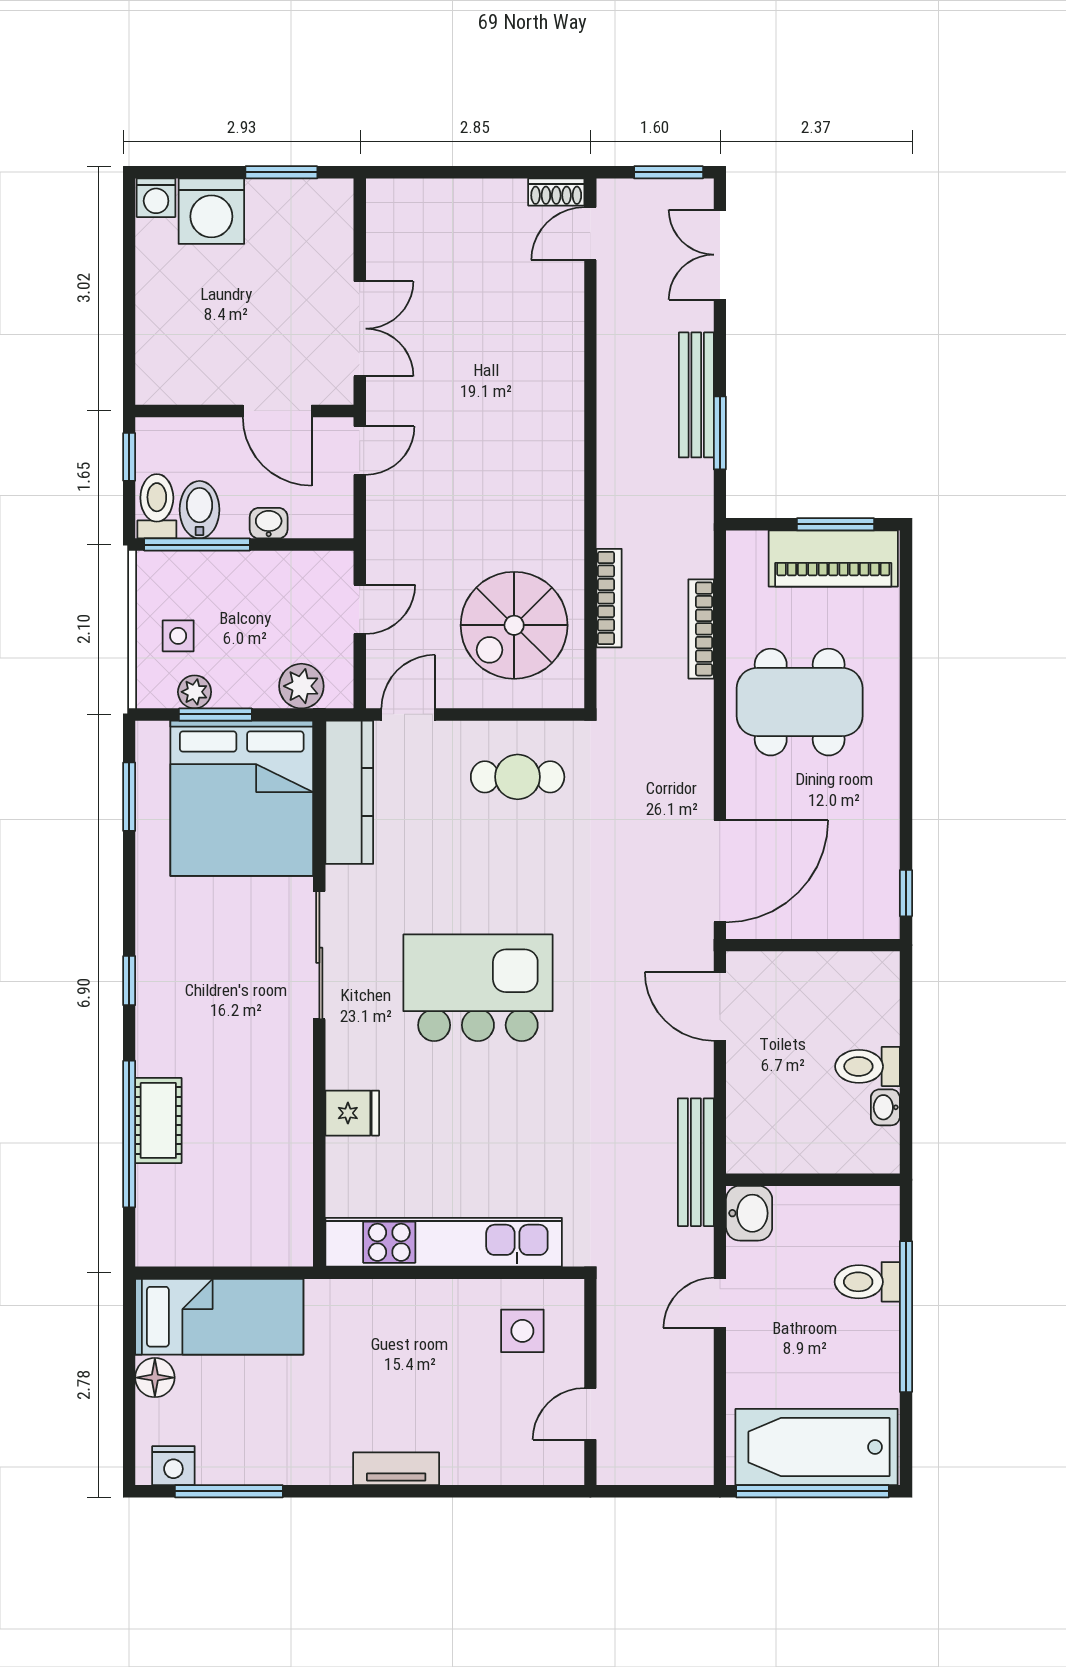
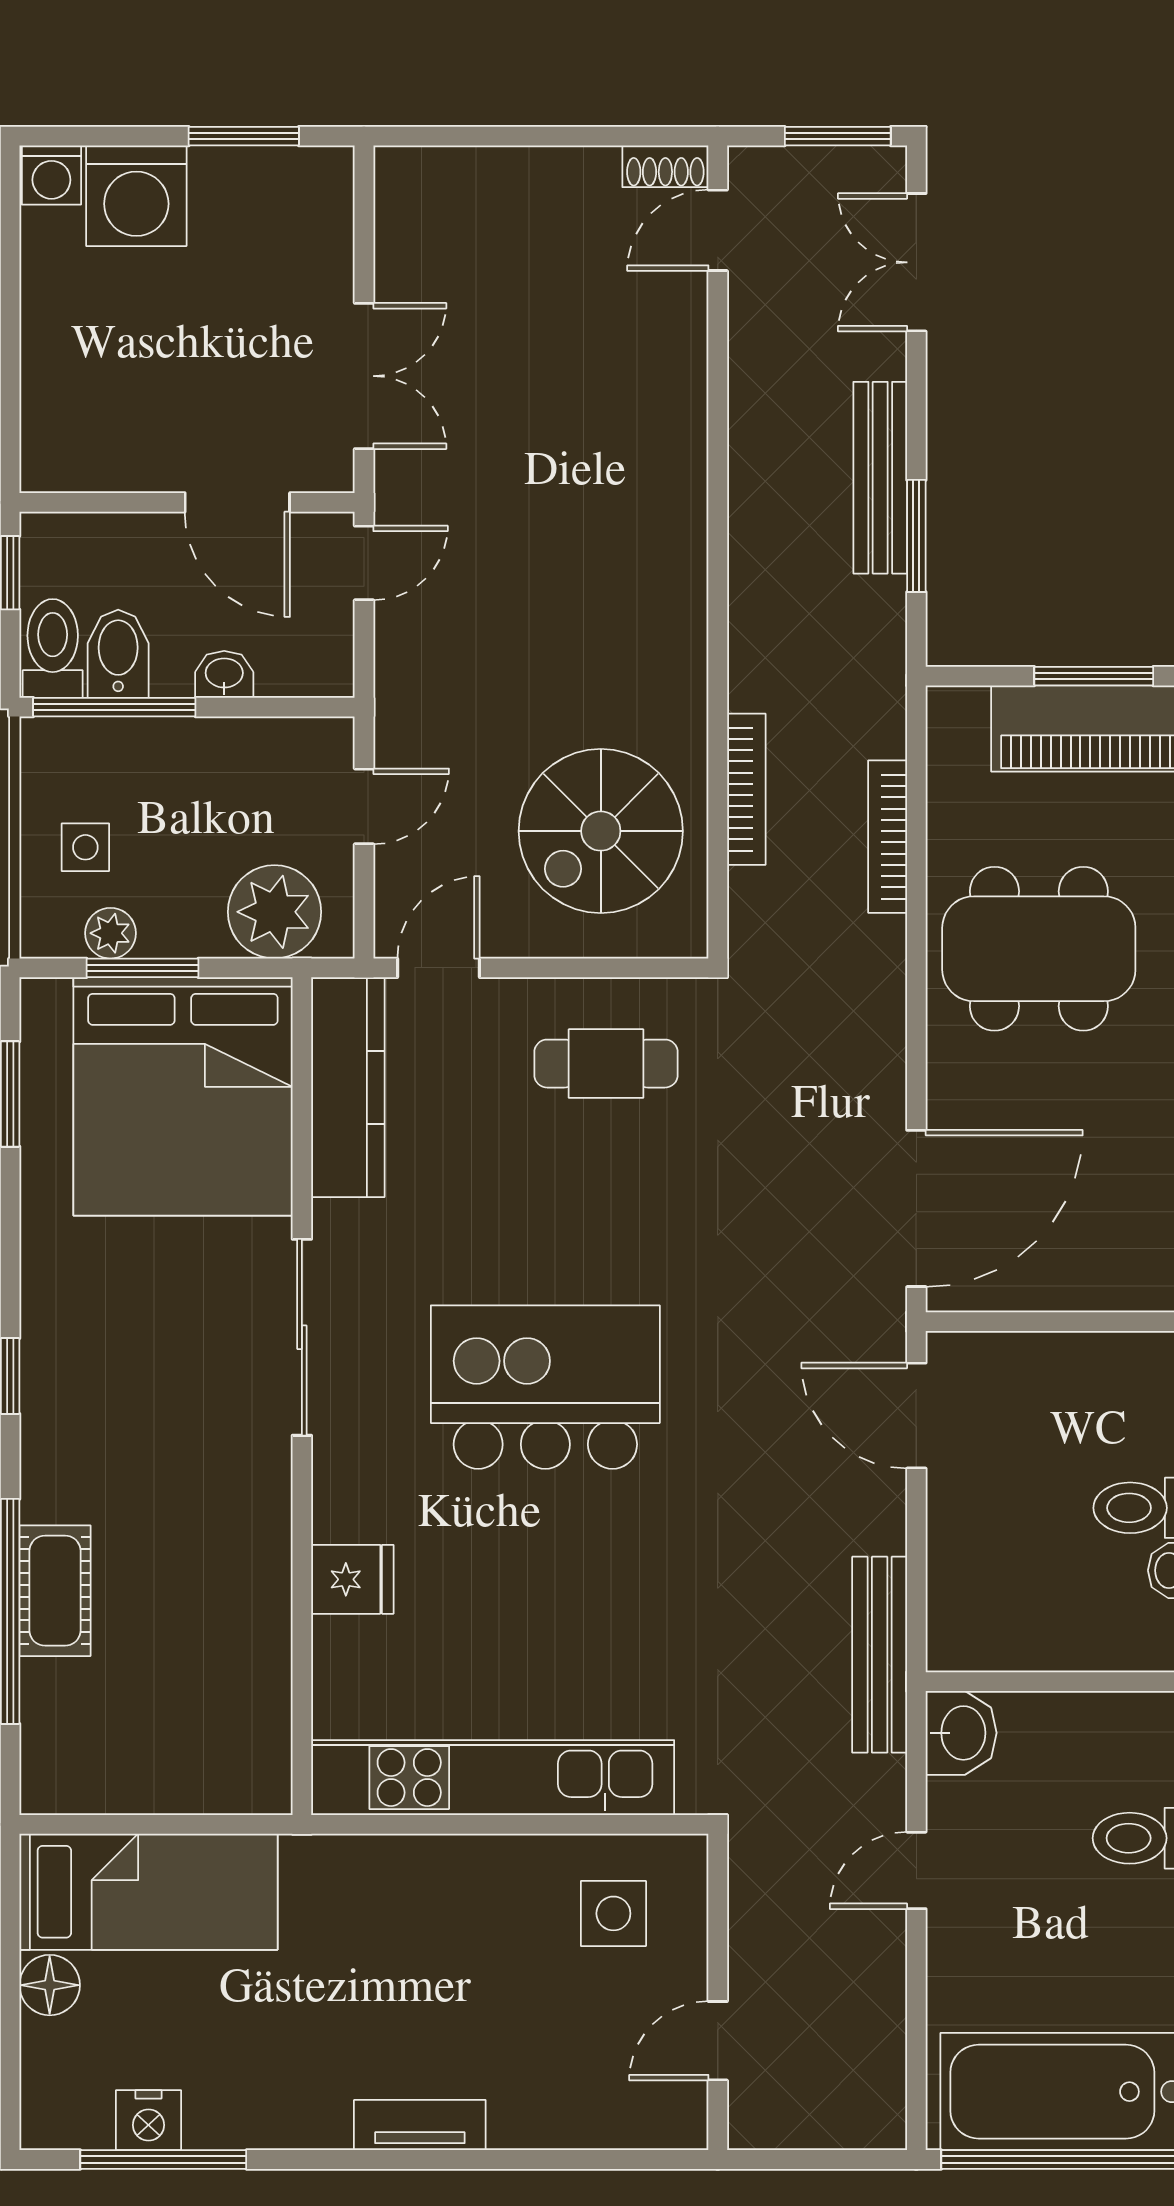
plant: (301, 686) -> (274, 912), width x1.36, depth x1.36
nightstand: (173, 1466) -> (148, 2120), moved

